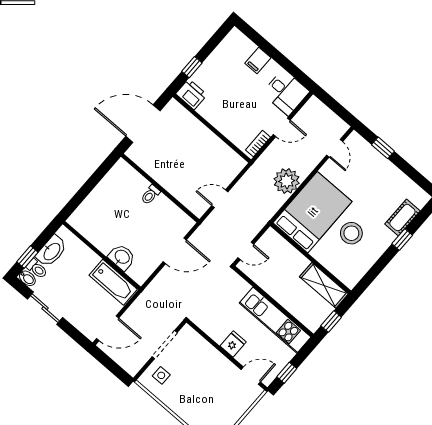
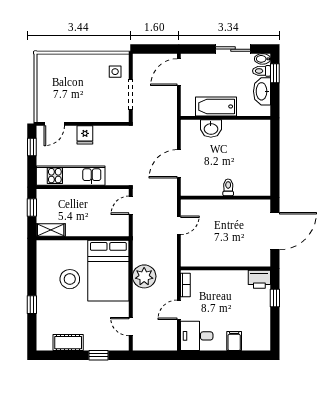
cot: (402, 218) -> (68, 343), moved, turned 90
bathtub: (113, 282) -> (216, 106), moved
shelving: (324, 285) -> (51, 230), width x0.67, depth x0.75

